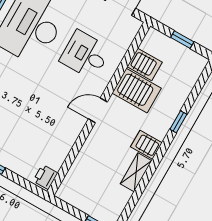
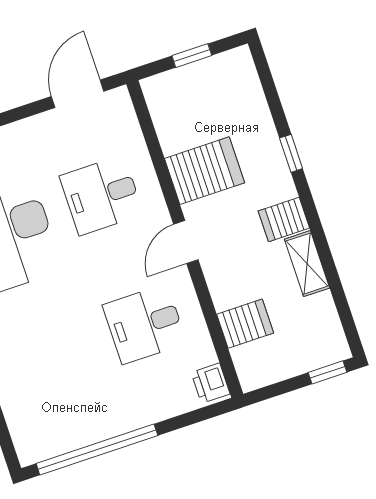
server rack: (145, 64) -> (245, 324), moved
desk: (45, 125) -> (145, 324), added

